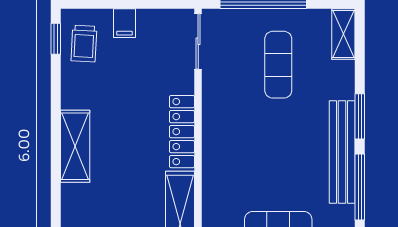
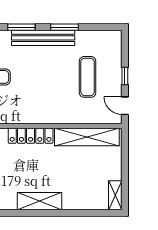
window: (360, 187) -> (64, 27), width x0.69

